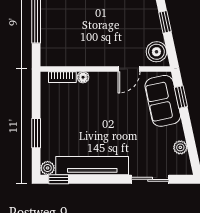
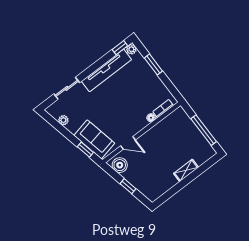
door: (129, 69) -> (128, 143), swing flipped

